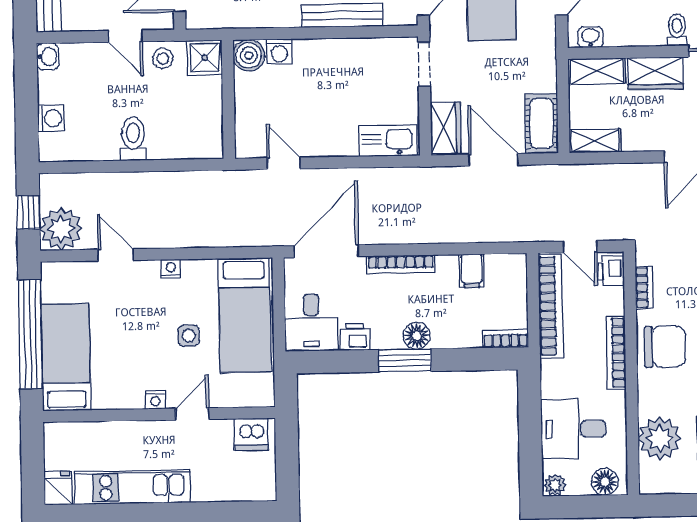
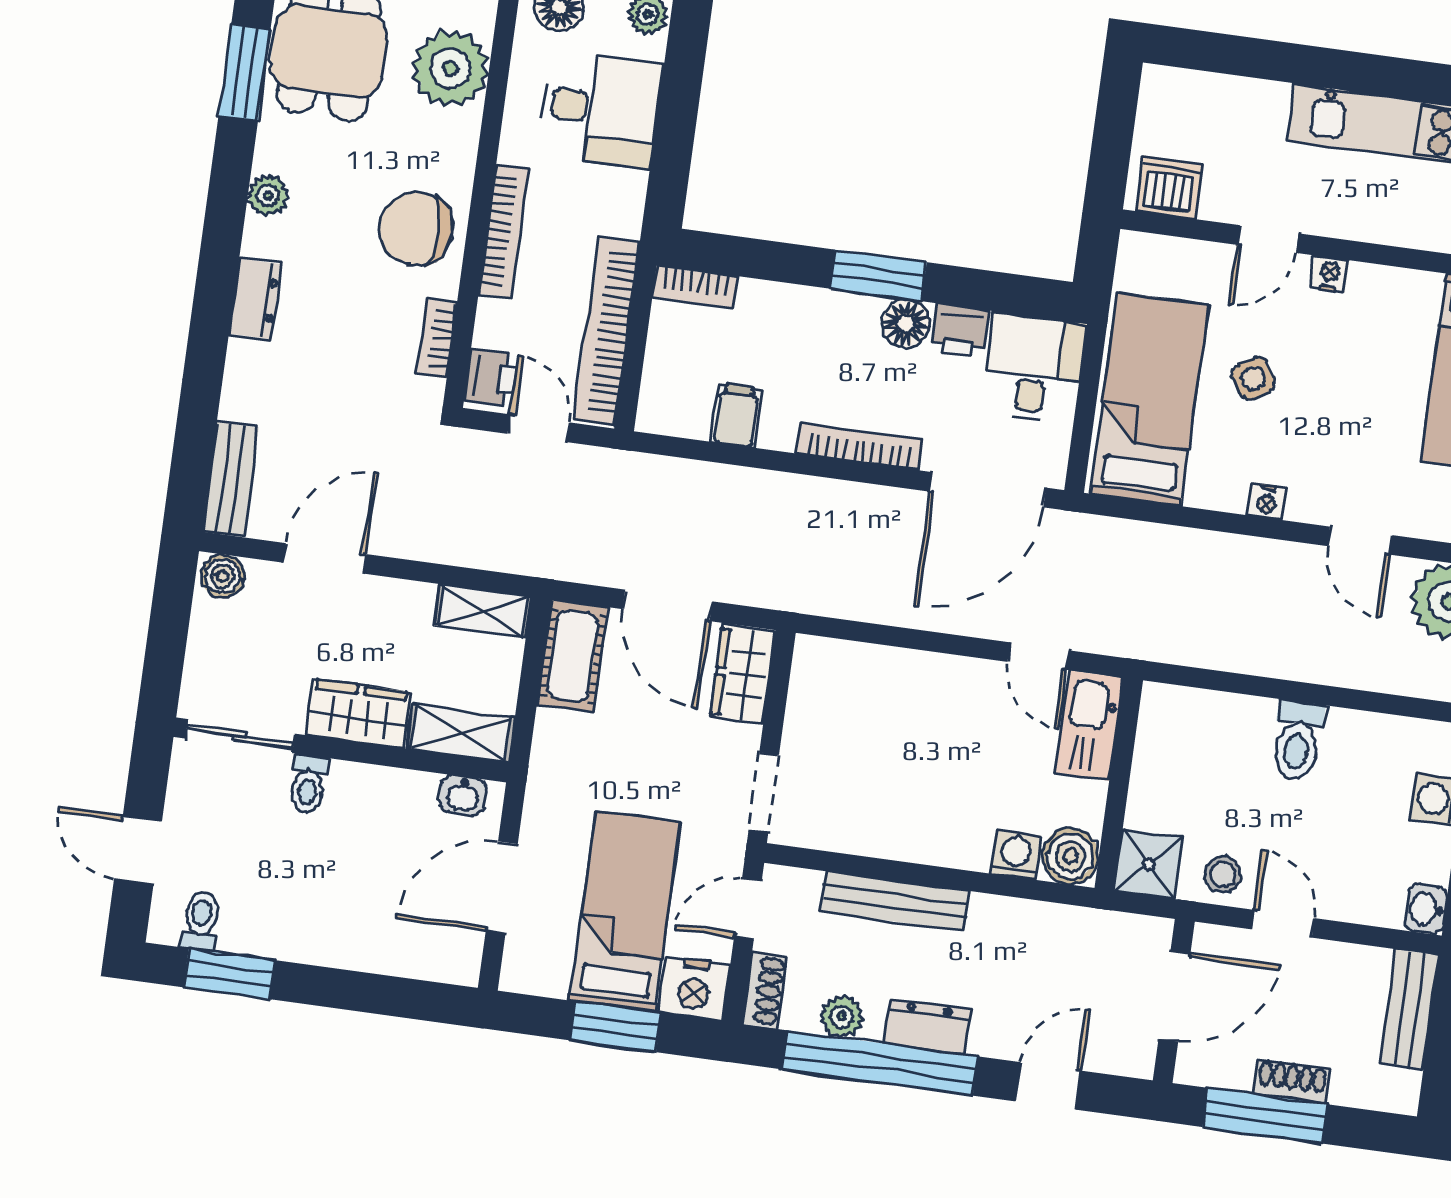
kitchen sink: (388, 141) -> (1089, 726), moved, turned 90
side table: (189, 336) -> (1253, 378), turned -31
floor lamp: (417, 336) -> (906, 323), moved

